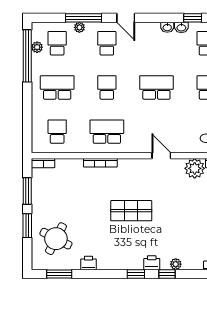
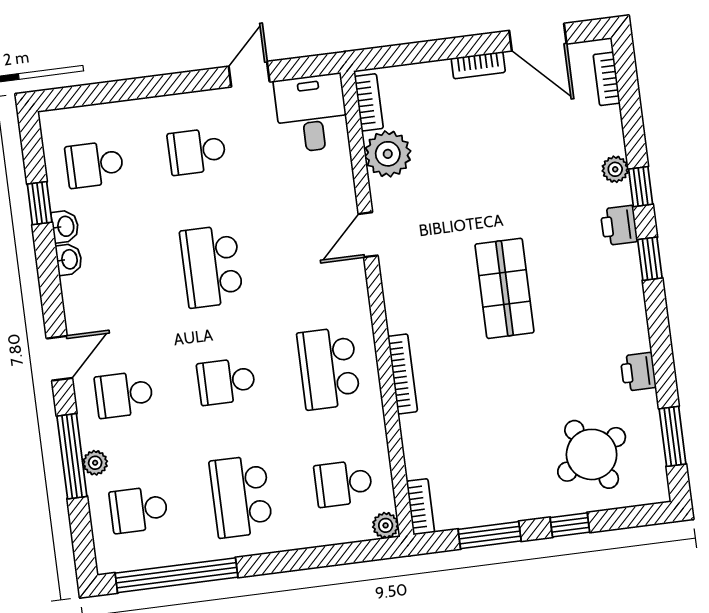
plant: (37, 47) -> (386, 525), moved
window: (27, 226) -> (570, 525), width x0.67
round table: (56, 239) -> (592, 454), turned 35

